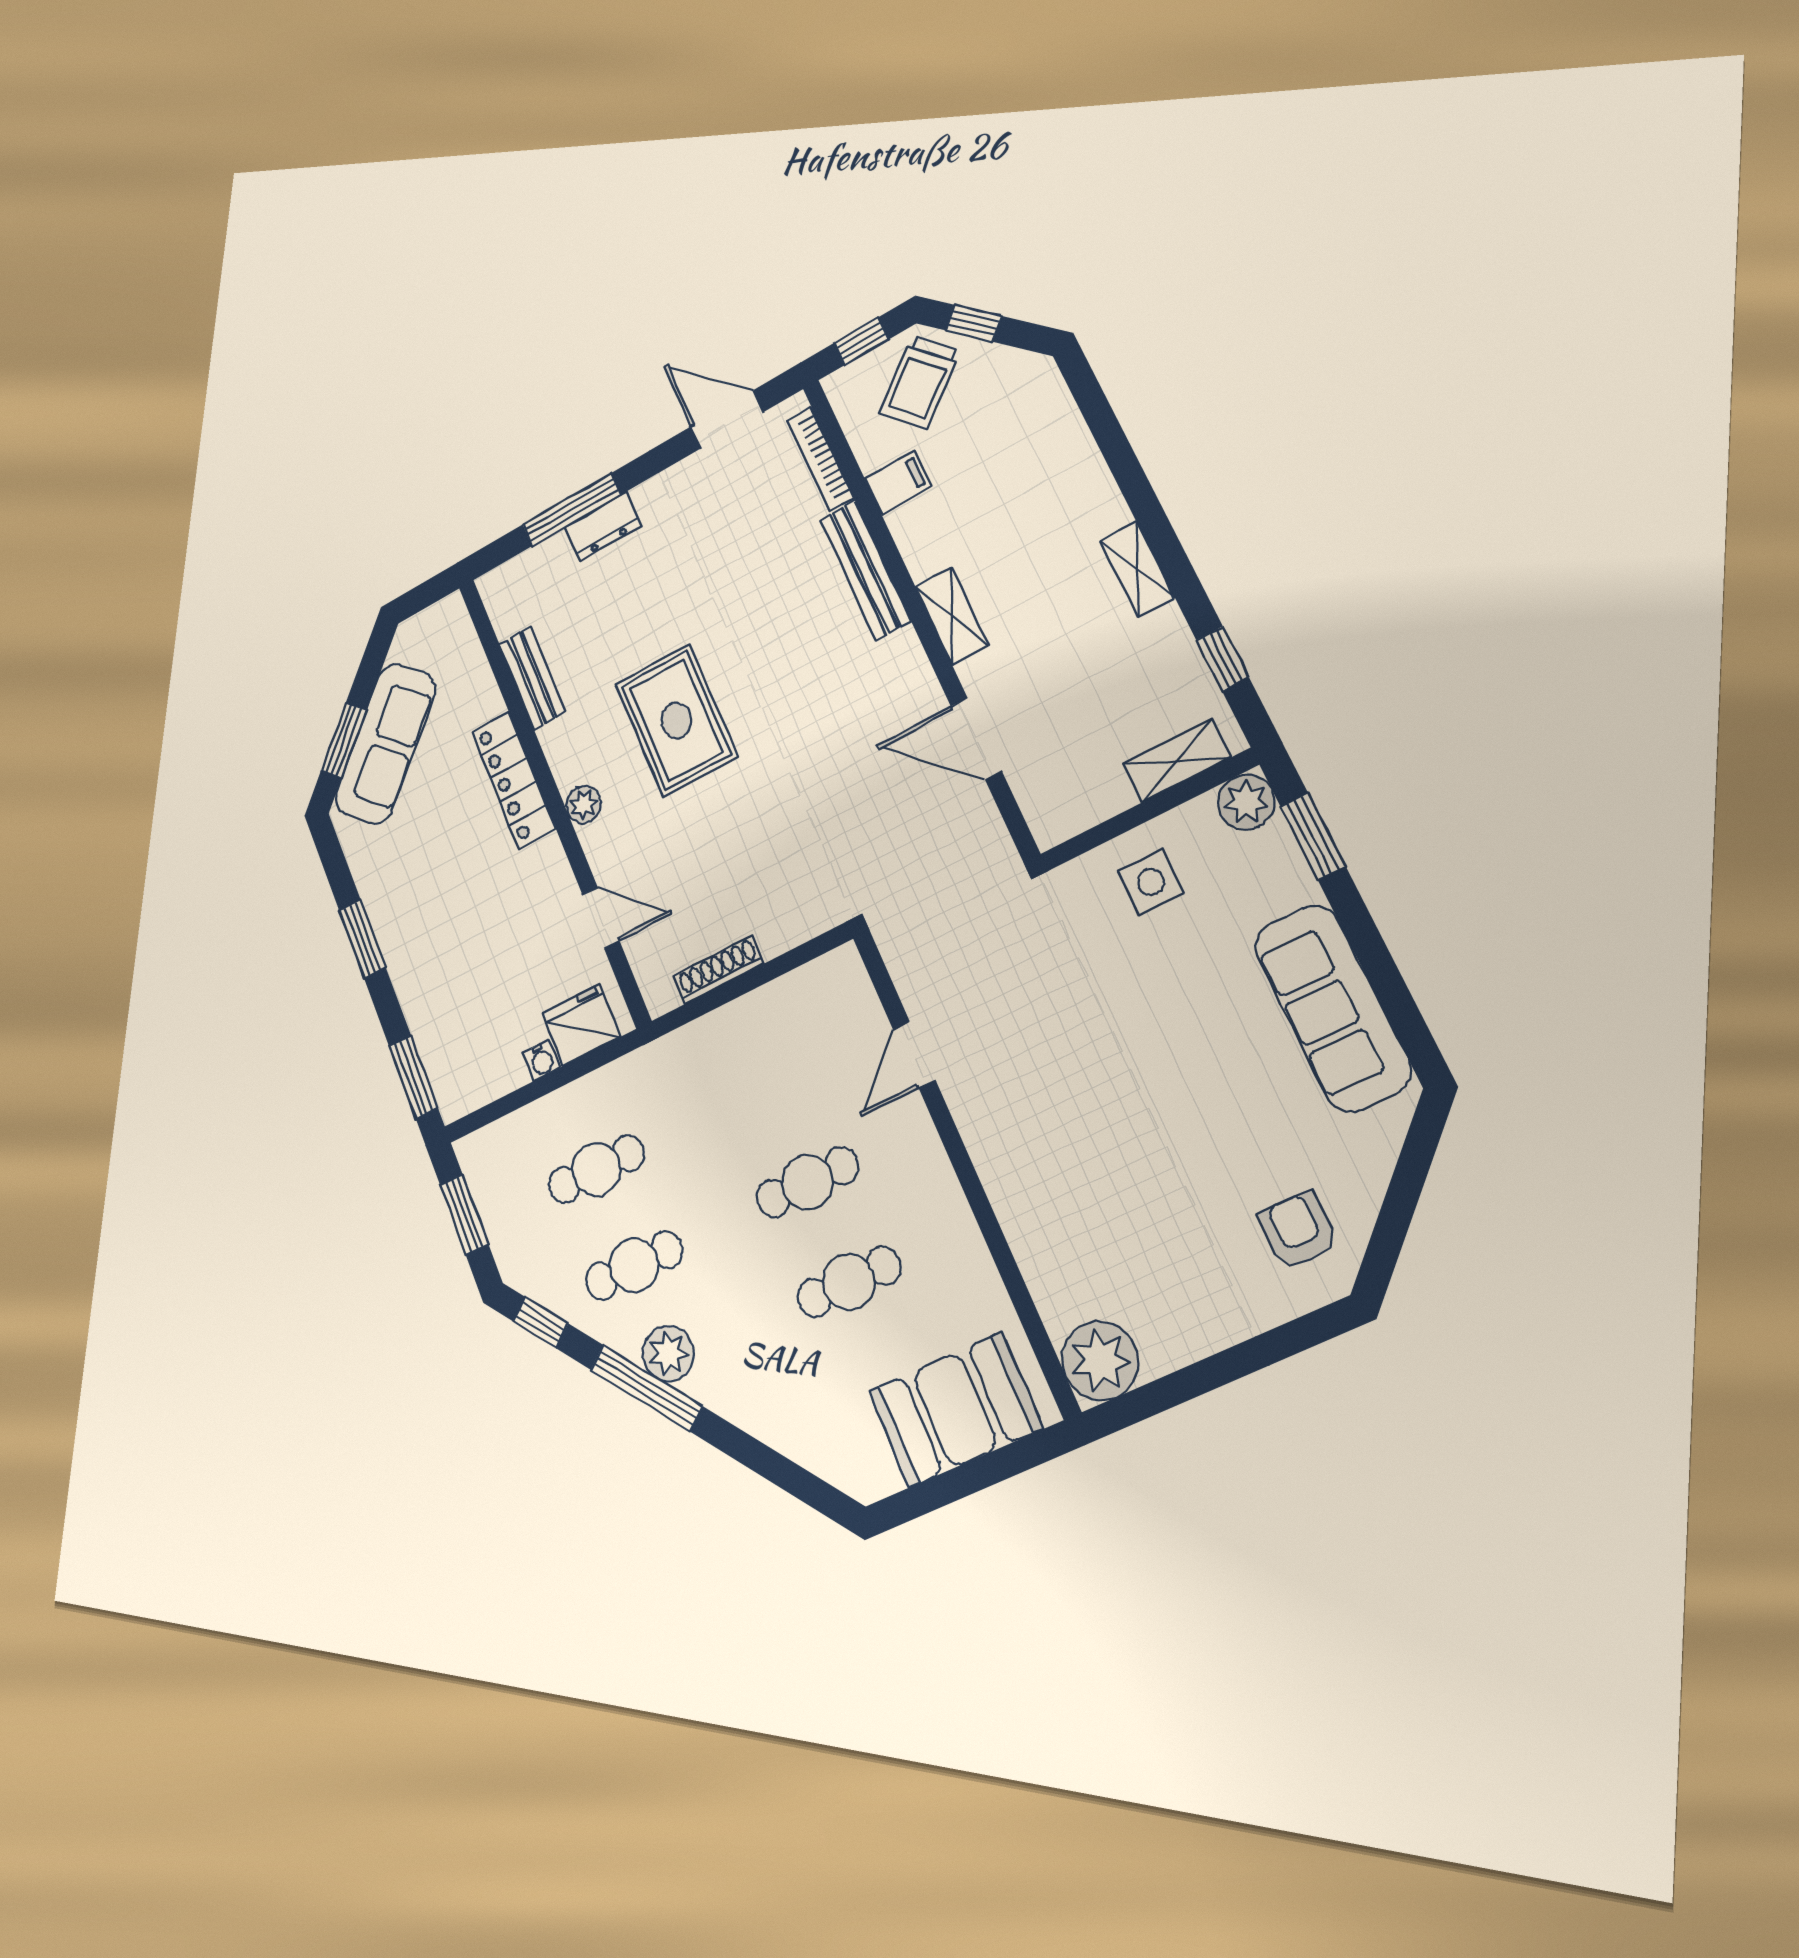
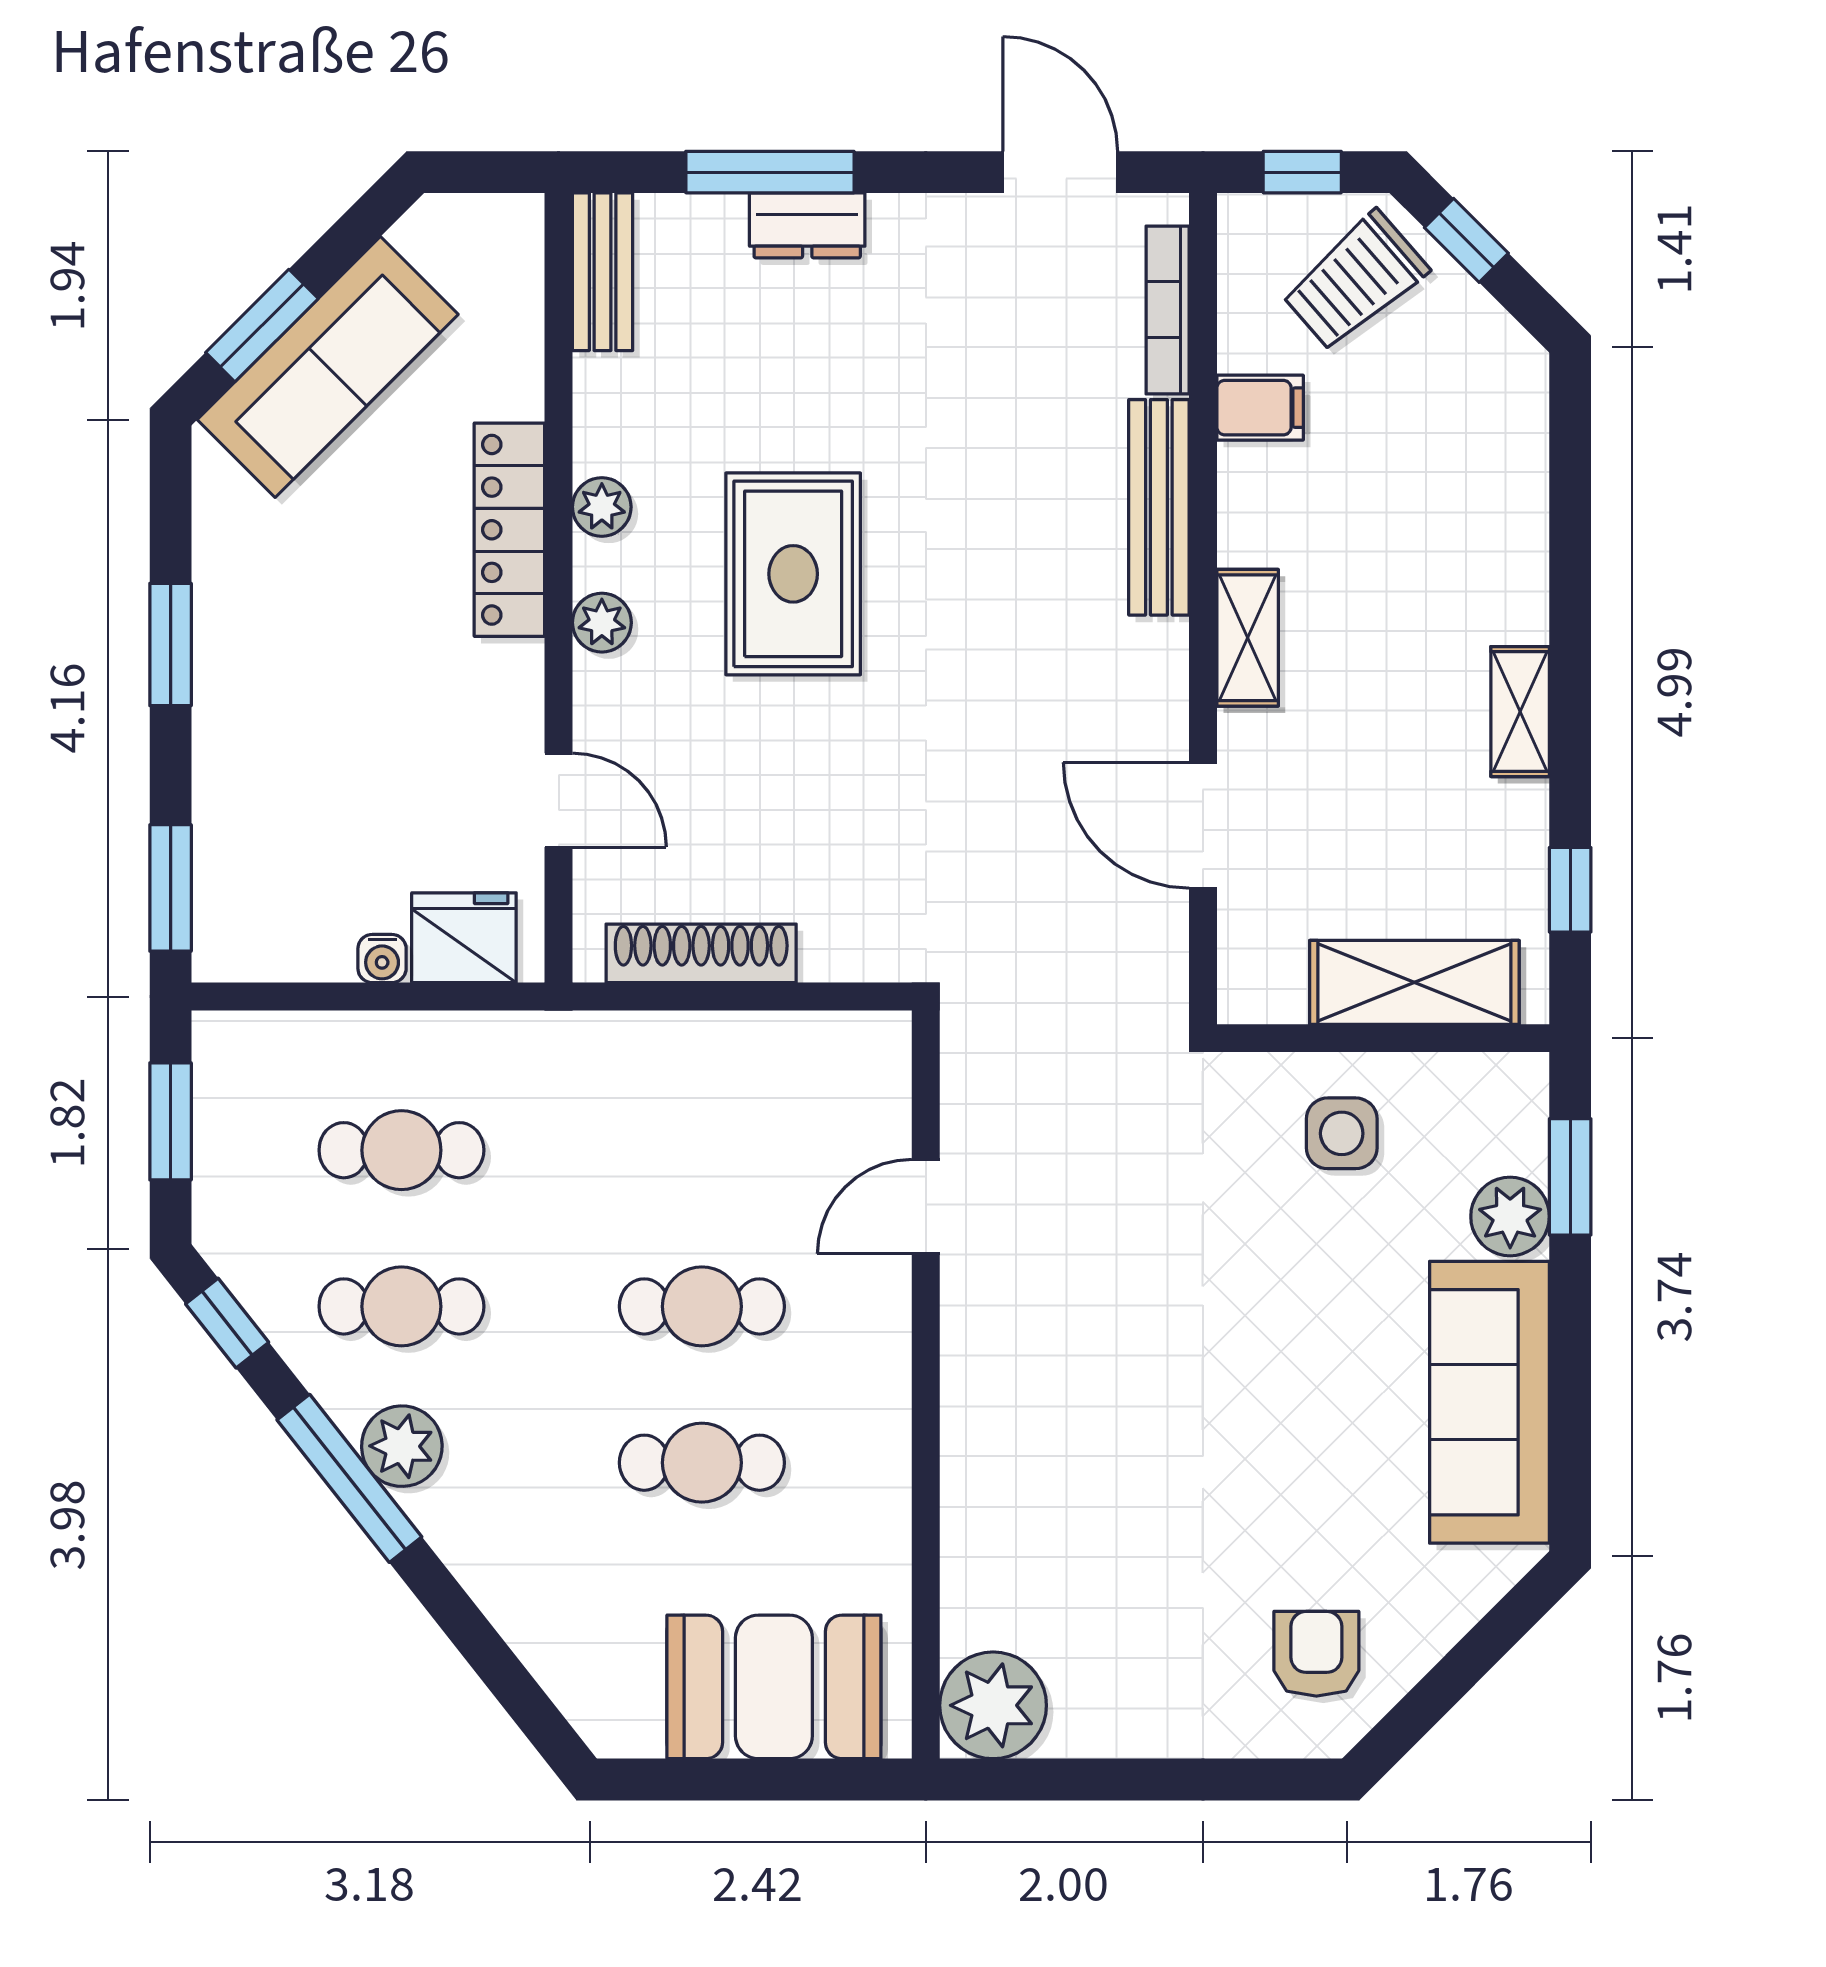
bench: (532, 678) -> (603, 272), moved
plant: (557, 740) -> (602, 507), added
shelving: (1177, 761) -> (1414, 982), width x1.50, depth x1.33
plant: (1246, 802) -> (1510, 1216), moved
shoe rack: (718, 970) -> (701, 953), width x1.36, depth x1.24

